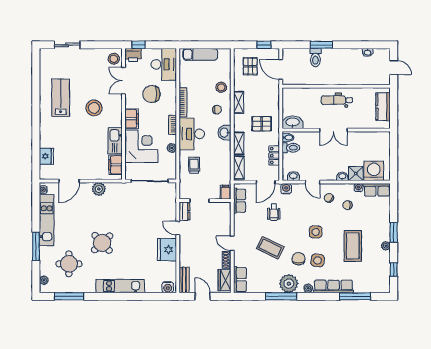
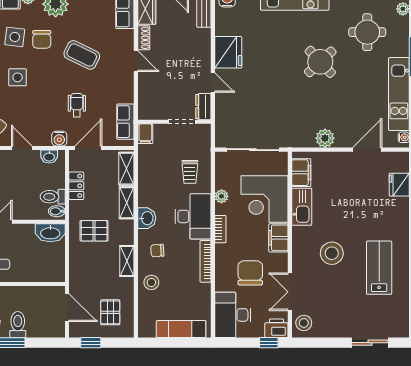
double door: (124, 81) -> (290, 292), swing flipped
chair: (151, 94) -> (250, 273), turned -90
lab bench: (61, 98) -> (379, 268), turned 180

